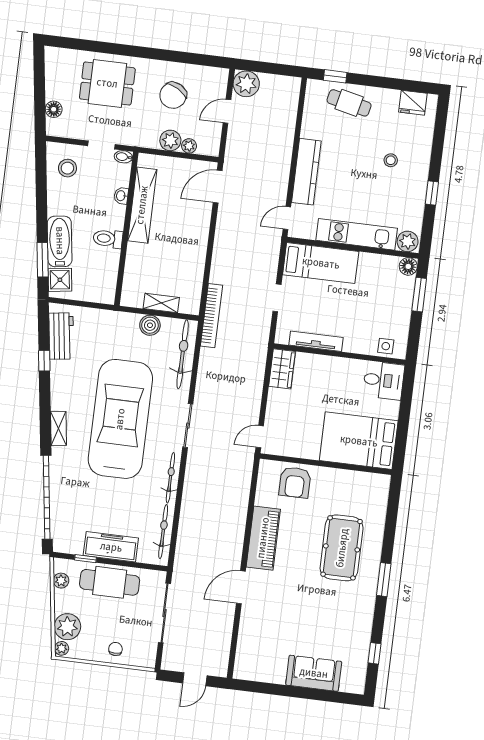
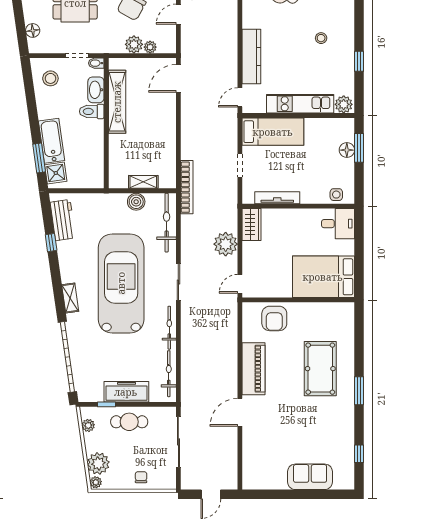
washbasin: (121, 196) -> (96, 90), width x1.91, depth x1.45
toilet: (108, 239) -> (92, 111), moved
floor lamp: (408, 266) -> (347, 150), moved
plant: (249, 388) -> (226, 244), added
cafe table: (110, 582) -> (129, 422), width x0.73, depth x0.74

